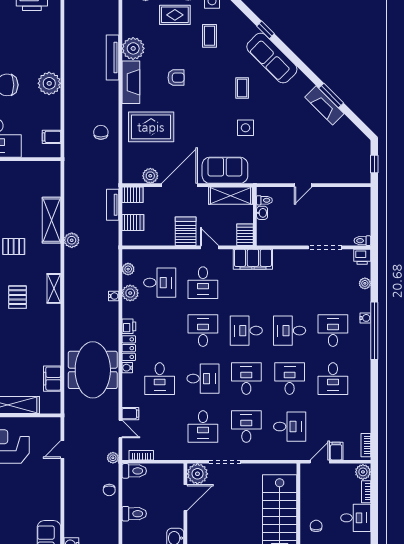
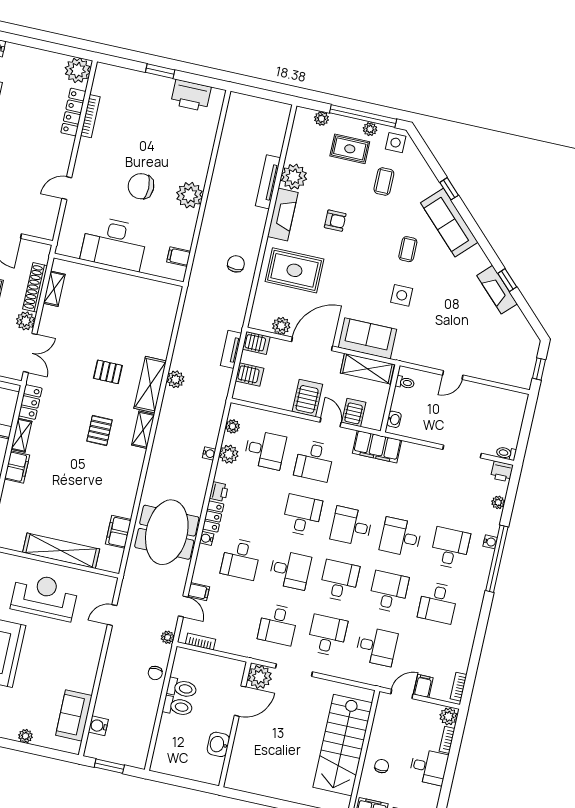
window: (331, 96) -> (507, 280), width x0.67
washbasin: (262, 213) -> (394, 419), moved
shelving: (51, 220) -> (150, 385), moved
server rack: (245, 235) -> (354, 412), moved
toilet: (134, 471) -> (182, 688), moved

